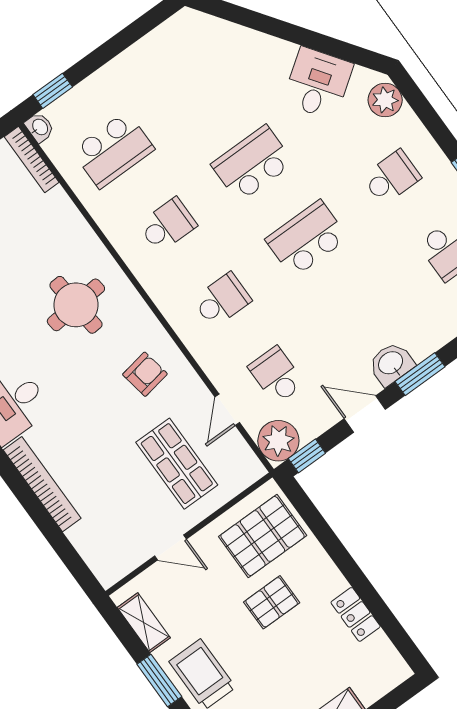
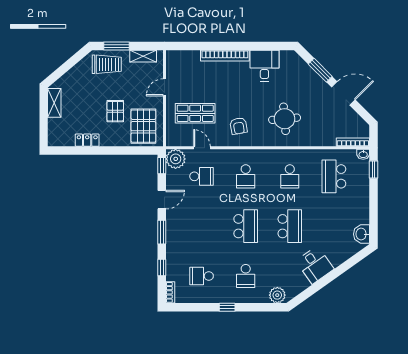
desk: (318, 83) -> (315, 265), moved
washbasin: (391, 364) -> (362, 234), moved, turned 180

